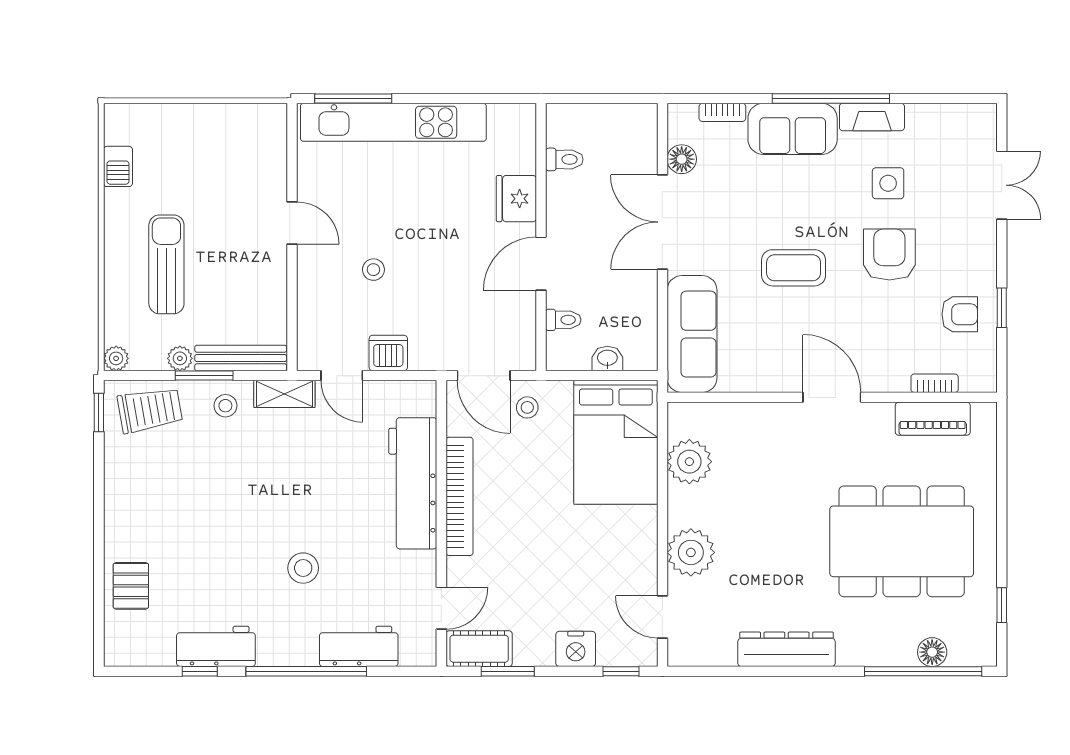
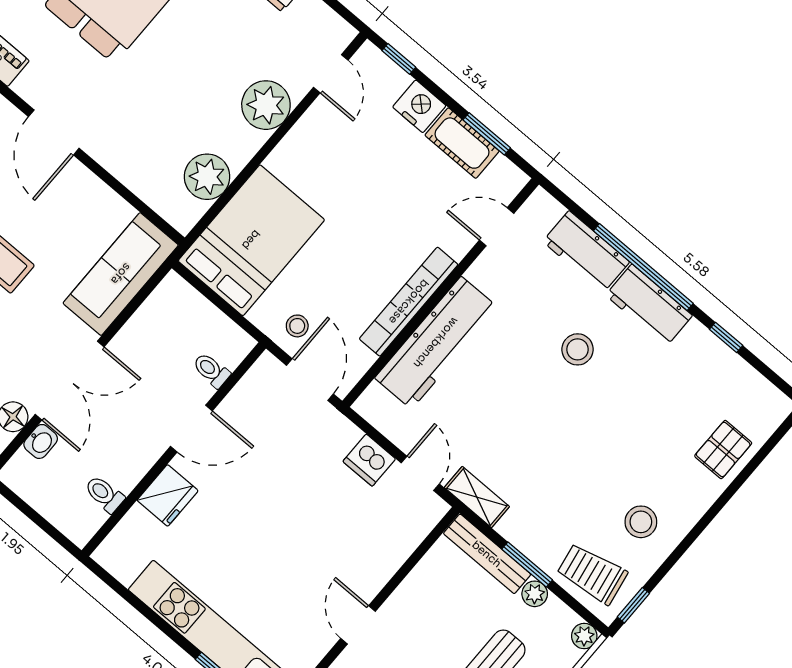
stool: (373, 270) -> (326, 535), removed
washbasin: (607, 358) -> (41, 441), moved, turned -90
stool: (225, 406) -> (641, 522), moved, width x1.37, depth x1.37
workbench: (216, 646) -> (649, 305), moved
cot: (479, 649) -> (462, 143), moved

